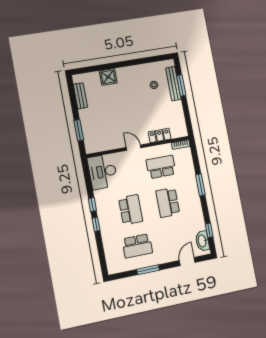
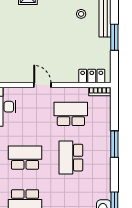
window: (181, 85) -> (114, 37), moved
locker: (160, 135) -> (92, 76), moved
school desk: (131, 210) -> (25, 158), turned -90

